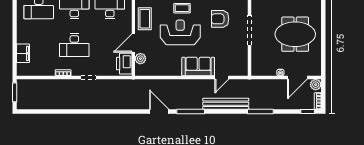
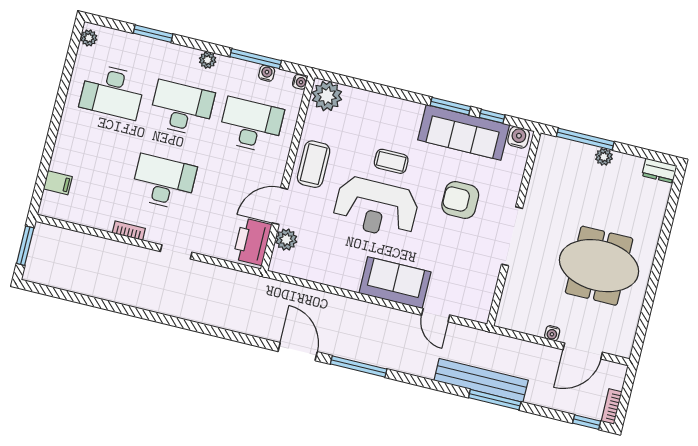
reception desk: (180, 32) -> (376, 208), turned 180
desk: (74, 45) -> (164, 182), turned 180
filing cabinet: (23, 53) -> (58, 183), width x0.50
door: (222, 78) -> (436, 315), hinge flipped
plant: (316, 85) -> (615, 373), removed
bench: (226, 104) -> (481, 380), moved

